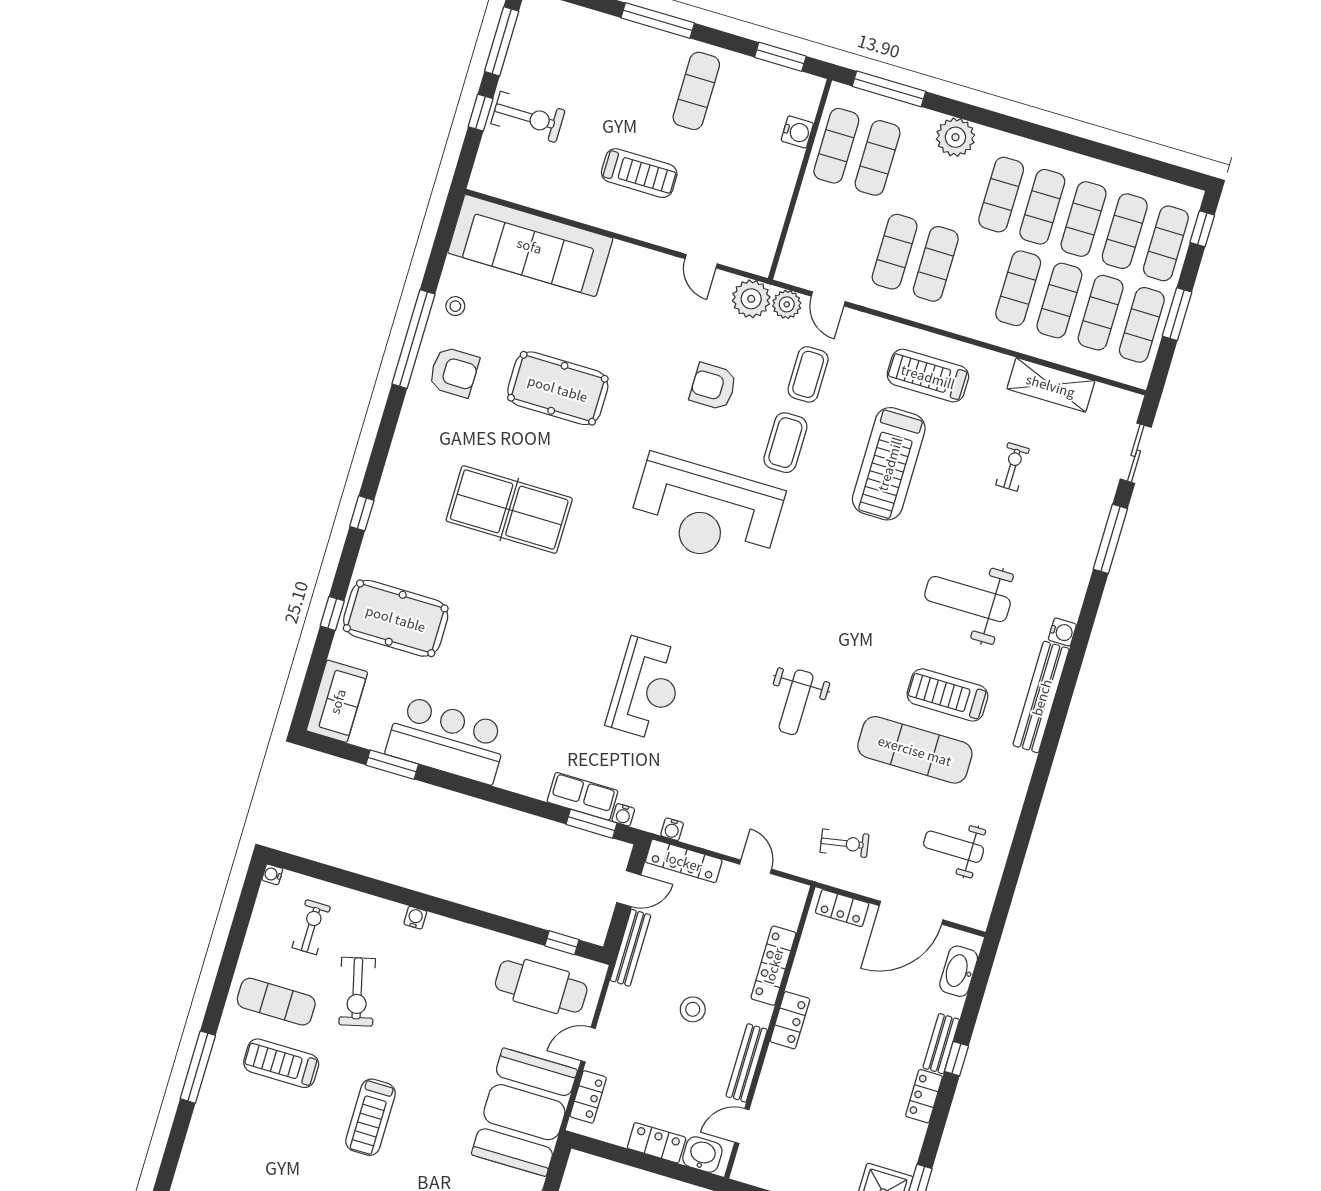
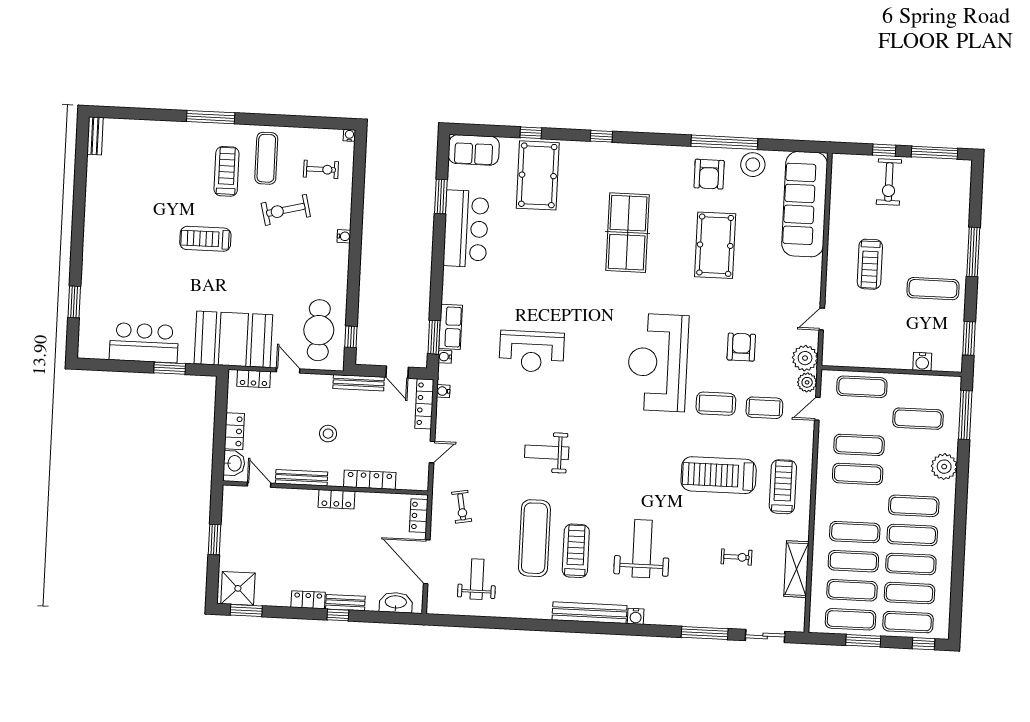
exercise mat: (836, 146) -> (862, 387), moved
stool: (455, 306) -> (753, 165), width x1.89, depth x1.89

